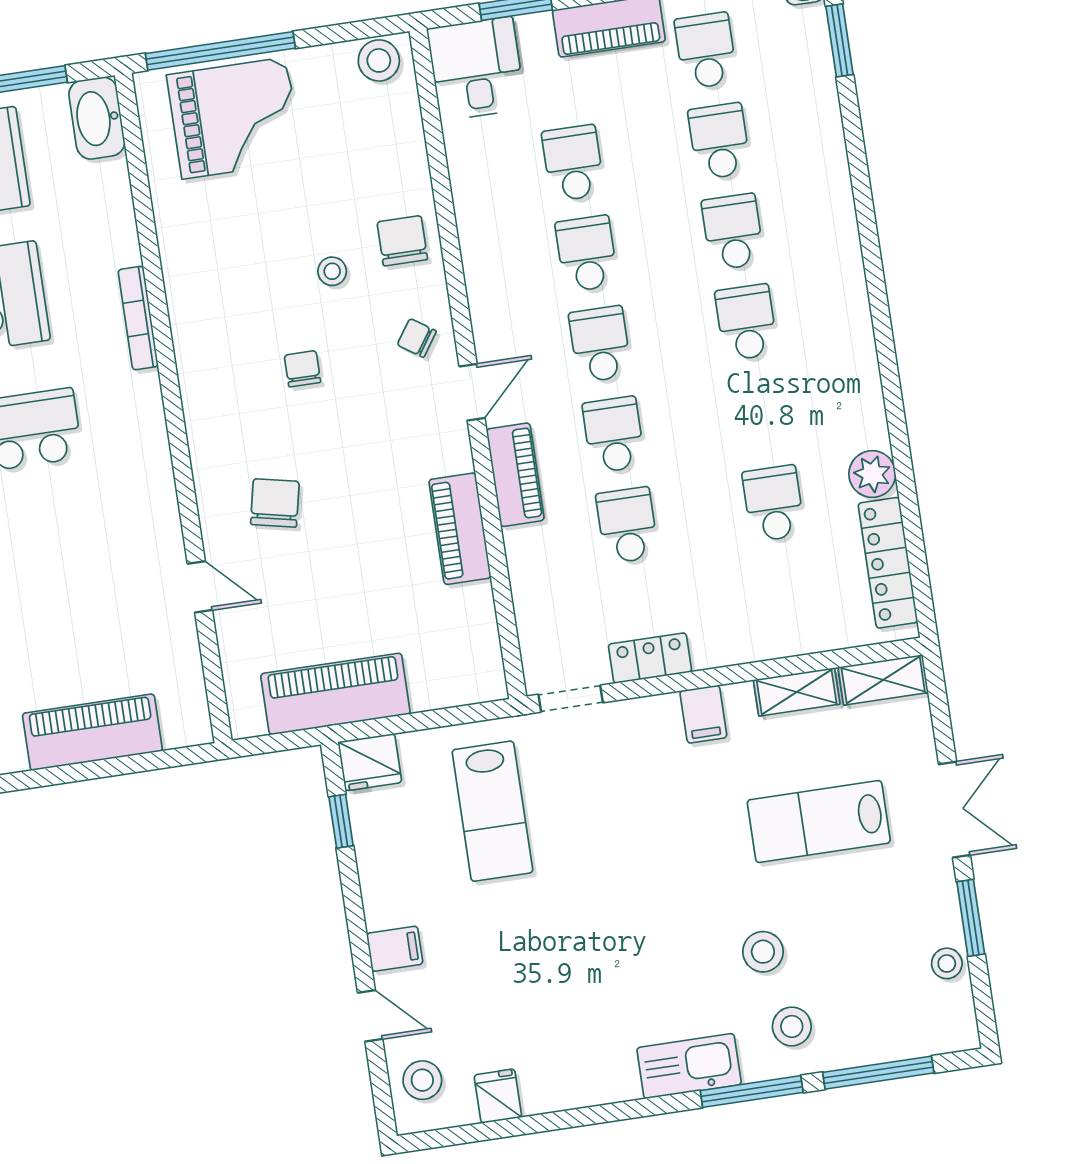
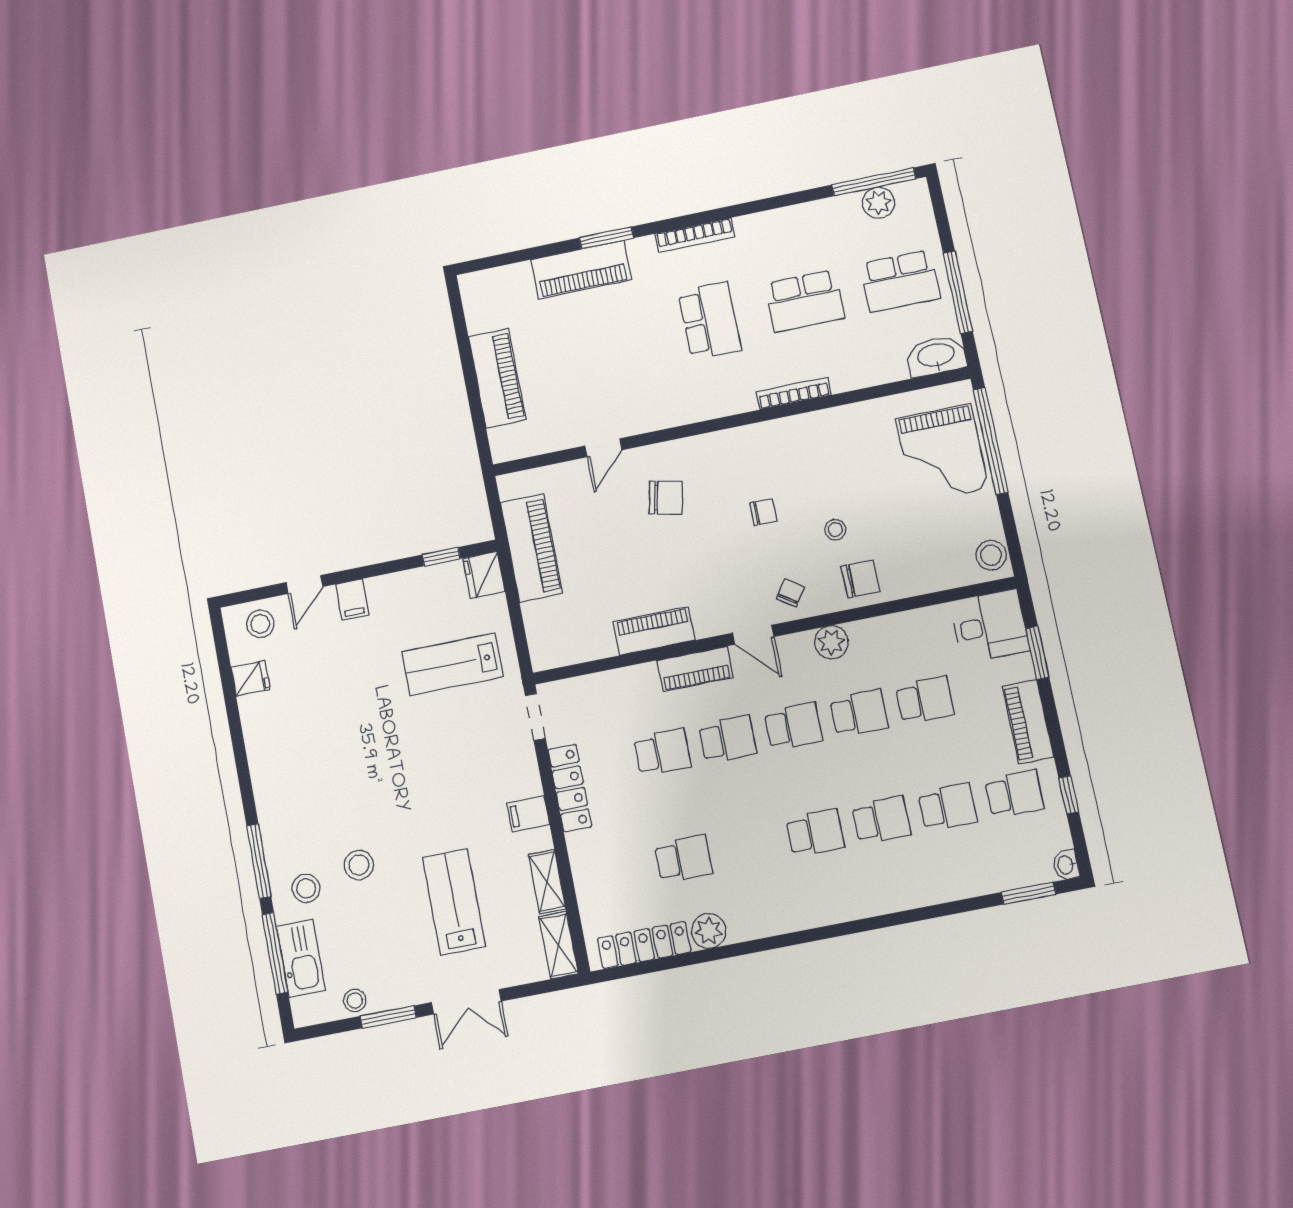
plant: (488, 286) -> (831, 642), added
locker: (650, 658) -> (570, 788), width x1.53
kitchen sink: (689, 1066) -> (301, 958), moved

